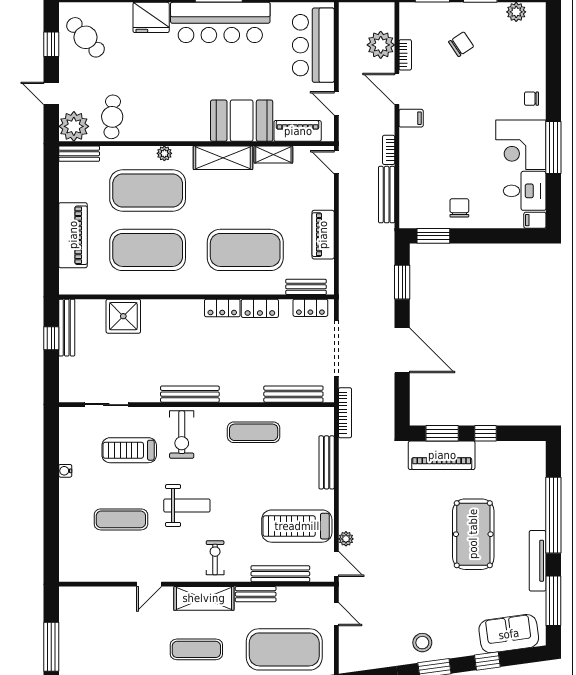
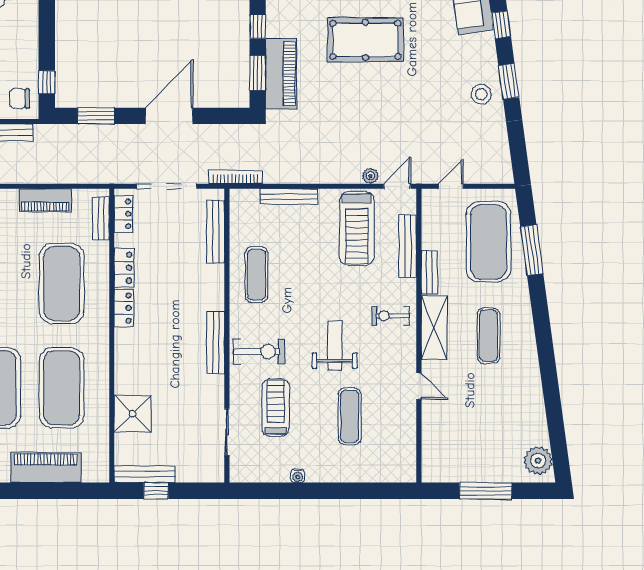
chair: (459, 208) -> (20, 99), moved
window: (433, 236) -> (47, 82), width x0.67
treadmill: (129, 450) -> (276, 407), turned 180

